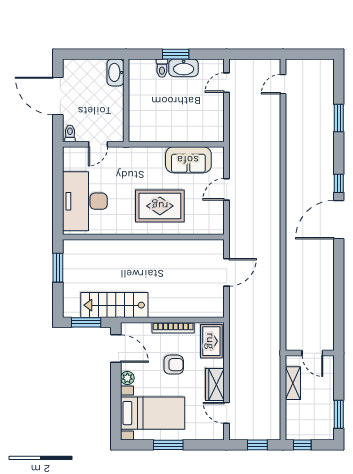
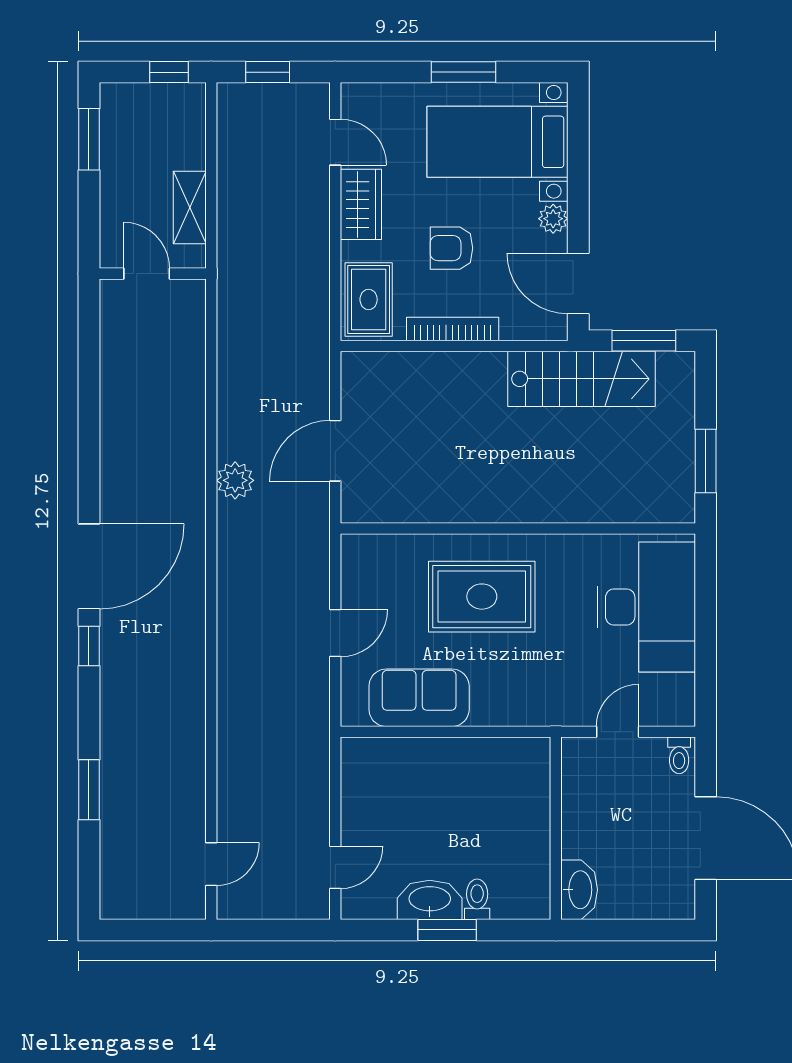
plant: (272, 259) -> (235, 480), added

